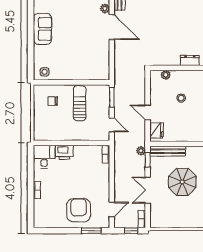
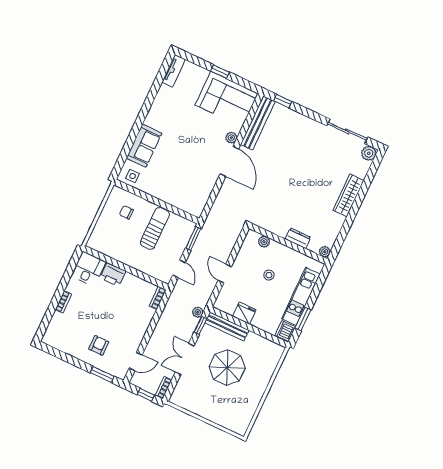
sofa: (42, 29) -> (144, 146), moved
fridge: (156, 130) -> (244, 313), moved, turned -90
armchair: (79, 210) -> (99, 345), width x0.53, depth x0.53

